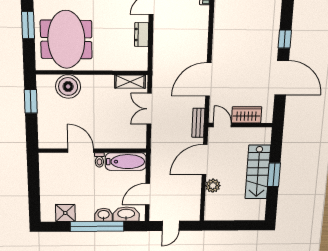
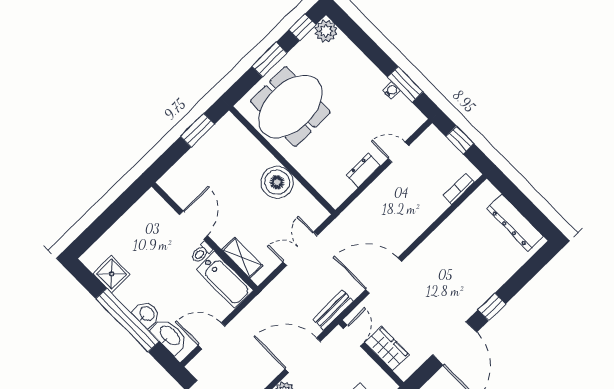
shelving: (130, 82) -> (242, 258), moved
boiler: (68, 87) -> (277, 182), moved

